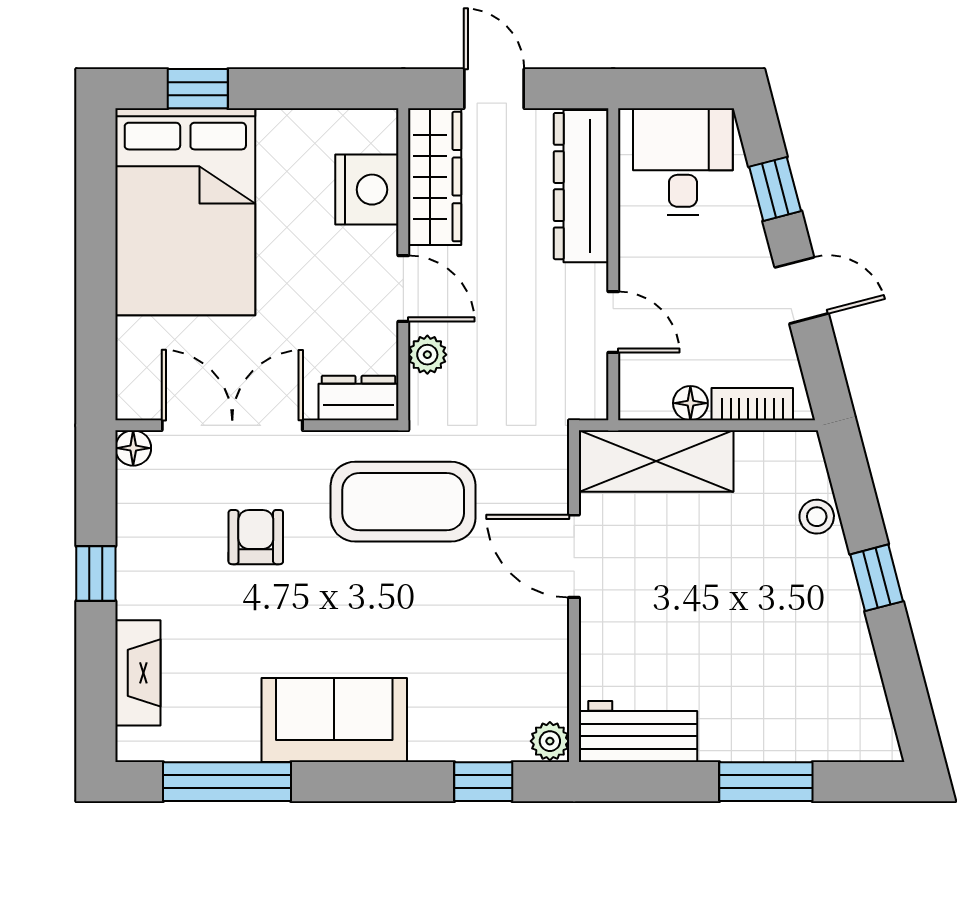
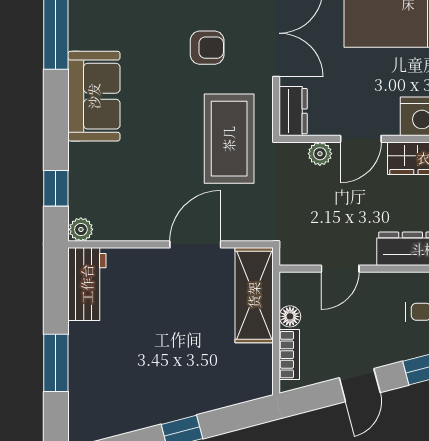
stool: (817, 517) -> (220, 394), removed

